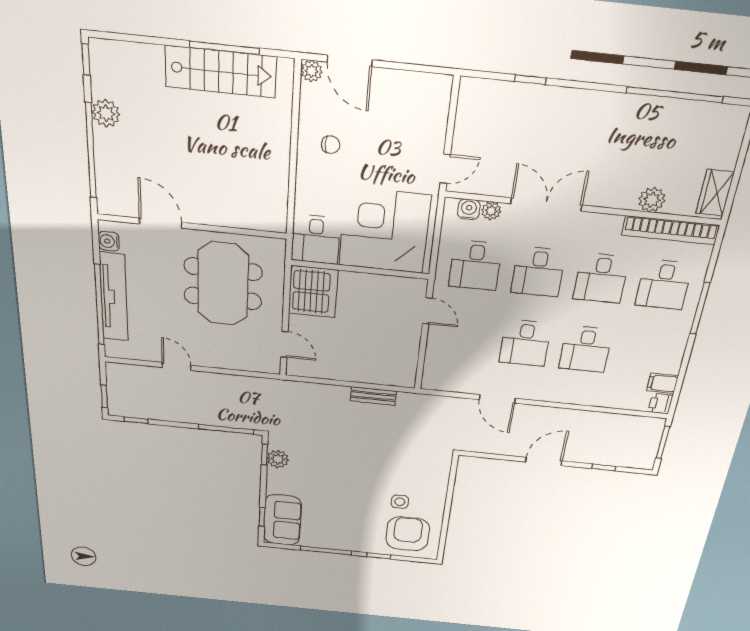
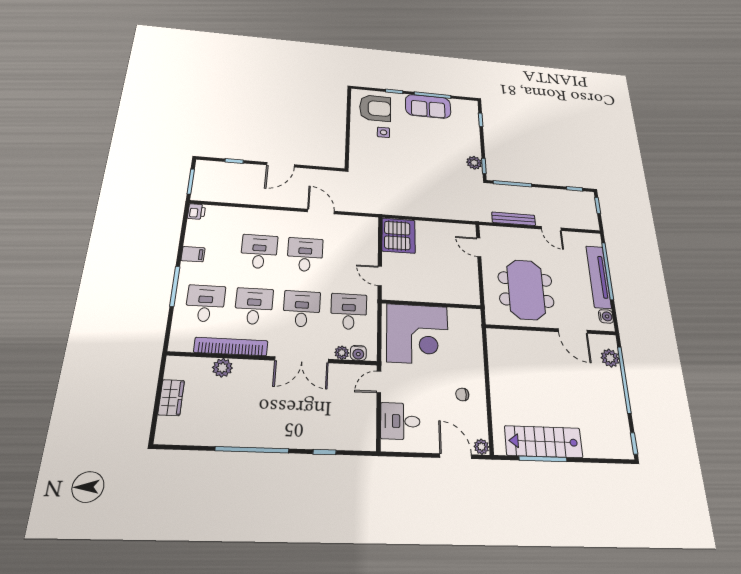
window: (675, 95) -> (252, 450), moved
plant: (106, 113) -> (610, 358), moved
wardrobe: (715, 193) -> (171, 398), moved
bookcase: (670, 230) -> (231, 347), moved
desk: (316, 239) -> (400, 421), moved, turned -90
server rack: (313, 292) -> (399, 236), moved, turned 180
filing cabinet: (662, 383) -> (193, 254), moved
bench: (373, 396) -> (514, 219), moved, width x1.36
sofa: (282, 520) -> (428, 106), moved, turned -90
armchair: (408, 534) -> (375, 108), turned -90

